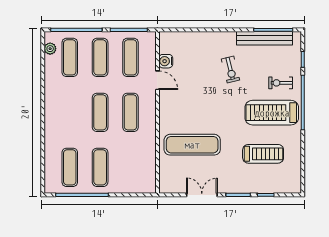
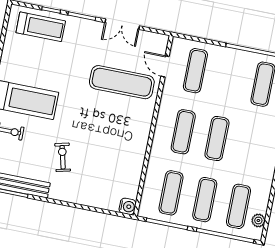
water cooler: (166, 61) -> (128, 206), moved
door: (157, 80) -> (165, 66), moved
treadmill: (263, 154) -> (41, 27), moved, turned 180
exercise mat: (100, 167) -> (195, 71), moved

